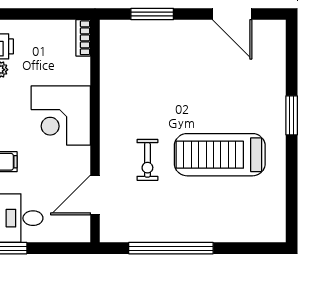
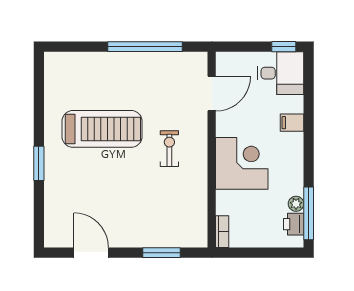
exercise bike: (147, 160) -> (169, 149), moved

